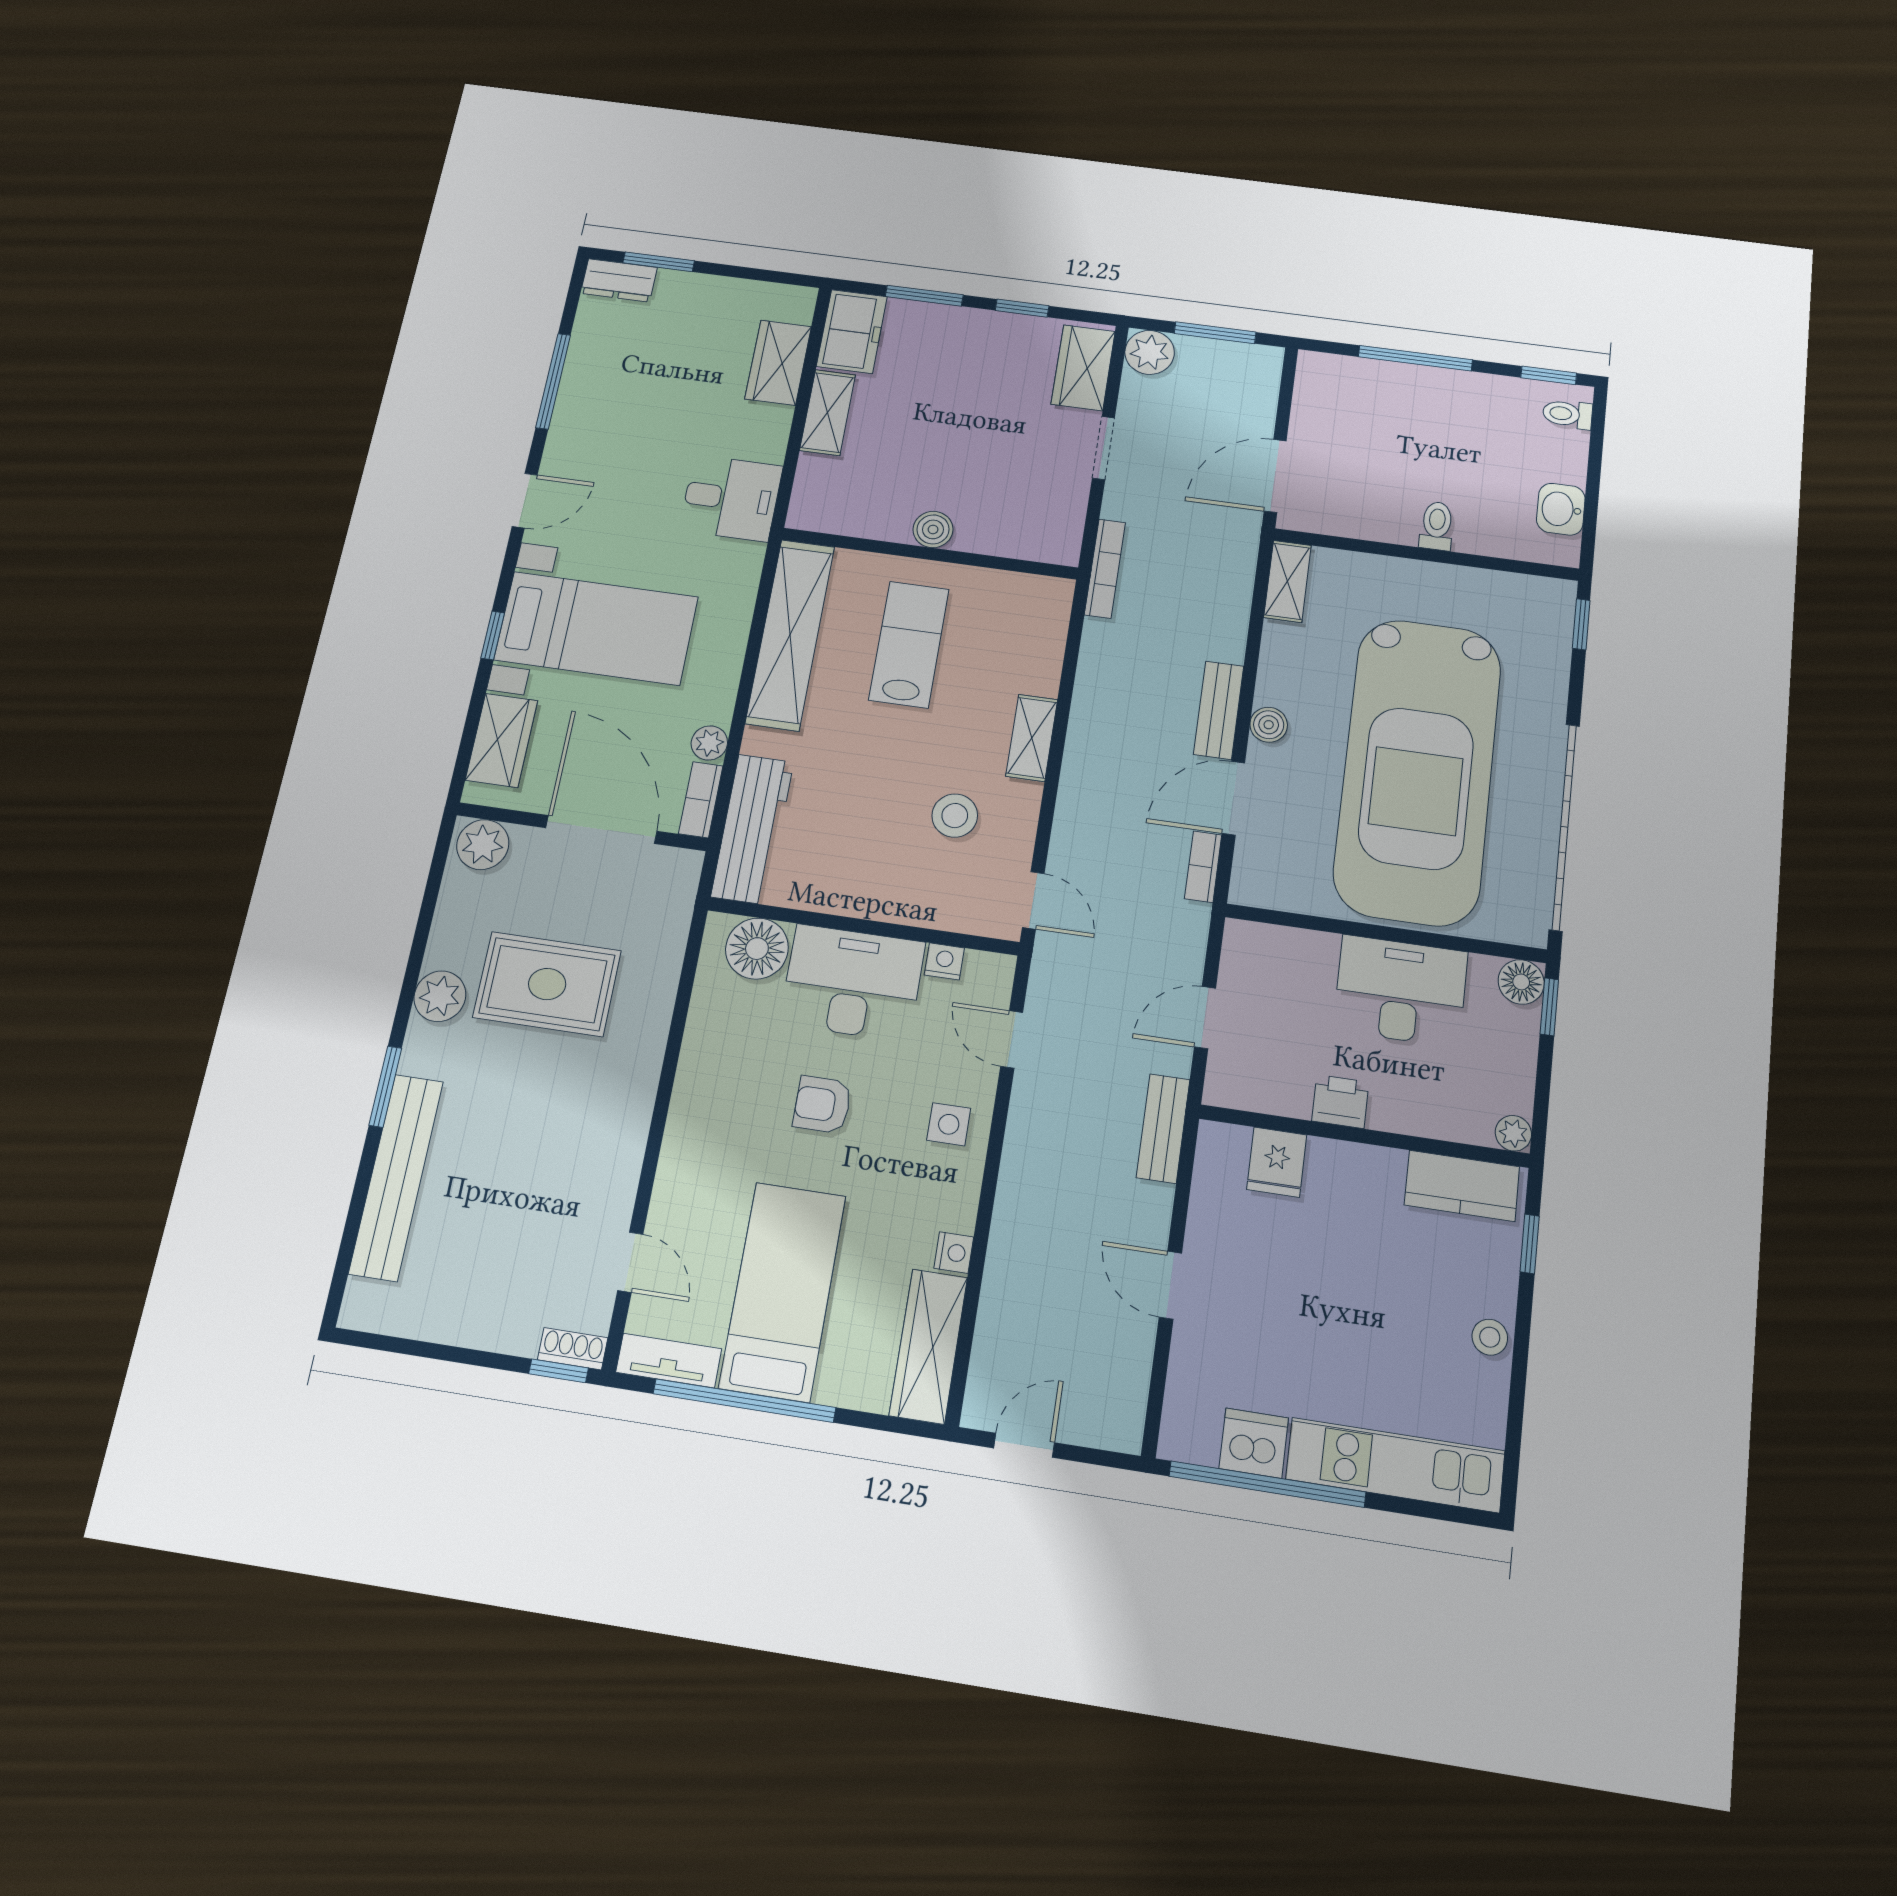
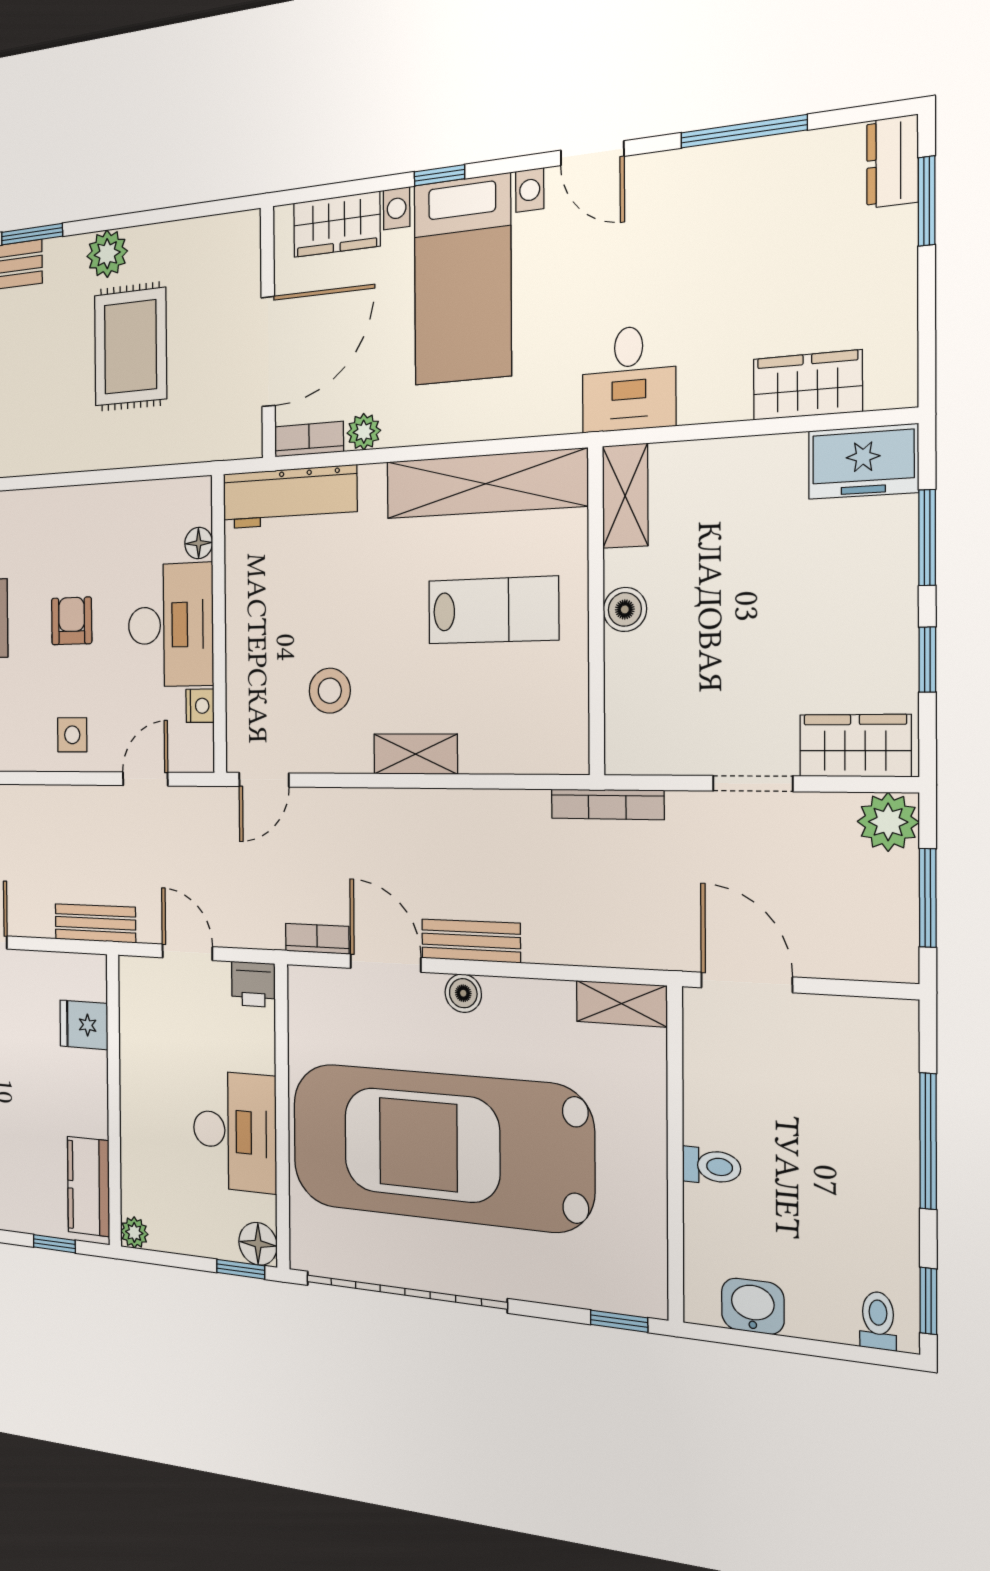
shelving: (828, 413) -> (625, 496), moved, turned 90
plant: (483, 845) -> (239, 243), removed
floor lamp: (757, 949) -> (199, 543), width x0.53, depth x0.53
printer: (1340, 1102) -> (253, 984), moved, turned 90

